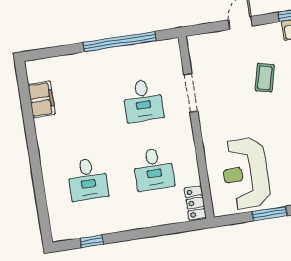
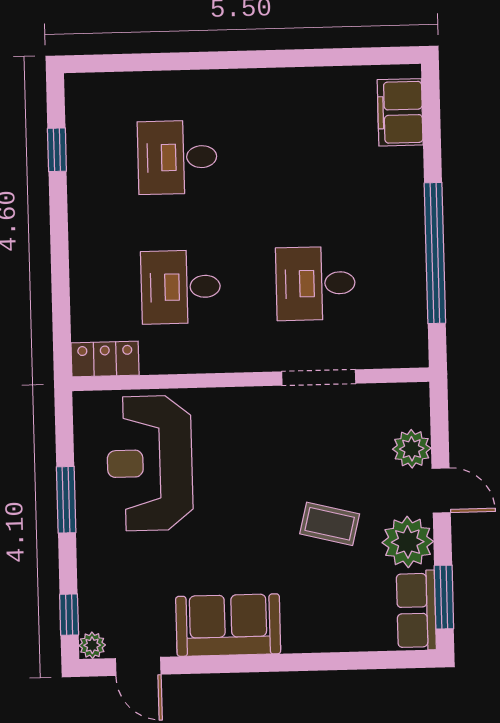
plant: (269, 37) -> (408, 542), added
plant: (221, 41) -> (412, 449), added
filing cabinet: (42, 99) -> (400, 112), moved, turned 90
reception desk: (245, 173) -> (150, 463), turned -90

